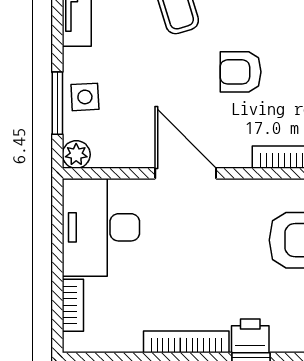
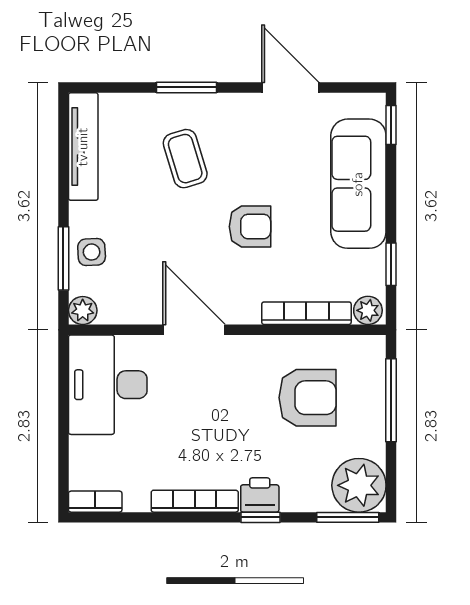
armchair: (241, 72) -> (250, 227), turned 180
bookcase: (73, 305) -> (95, 502), moved, turned -90

